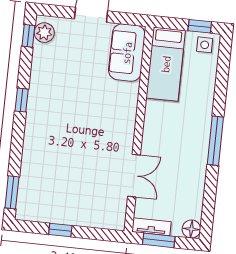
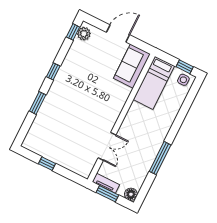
window: (215, 141) -> (160, 158), moved
window: (12, 192) -> (38, 103), moved

